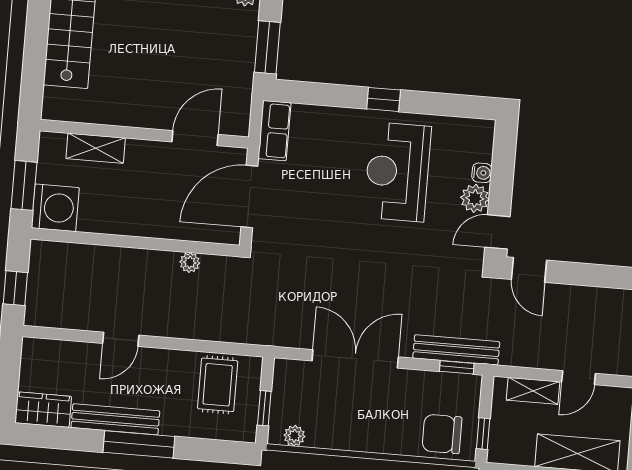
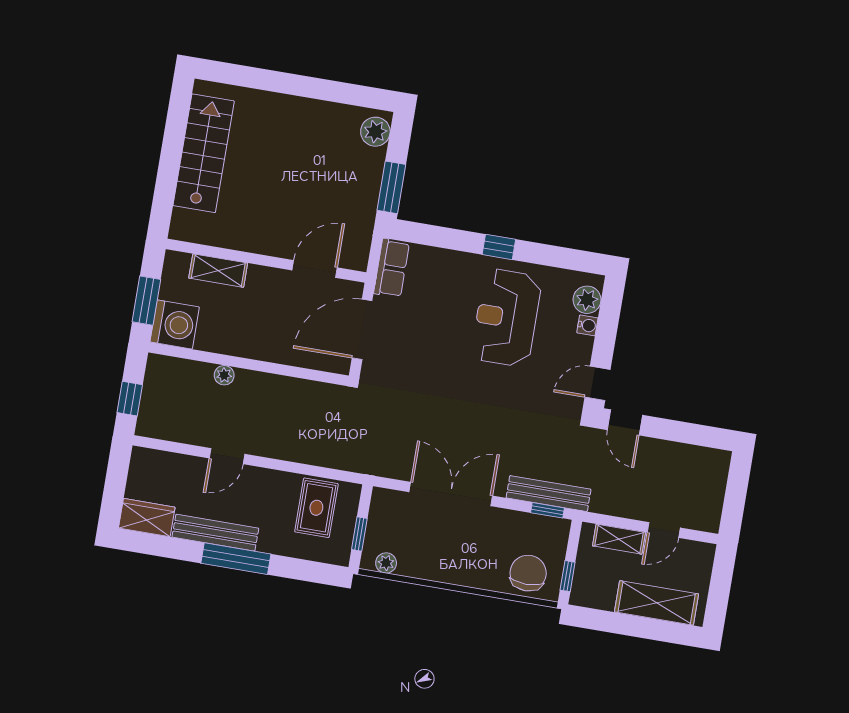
plant: (475, 198) -> (587, 300), moved
plant: (190, 262) -> (224, 375), moved
chair: (442, 434) -> (528, 573), turned 90

